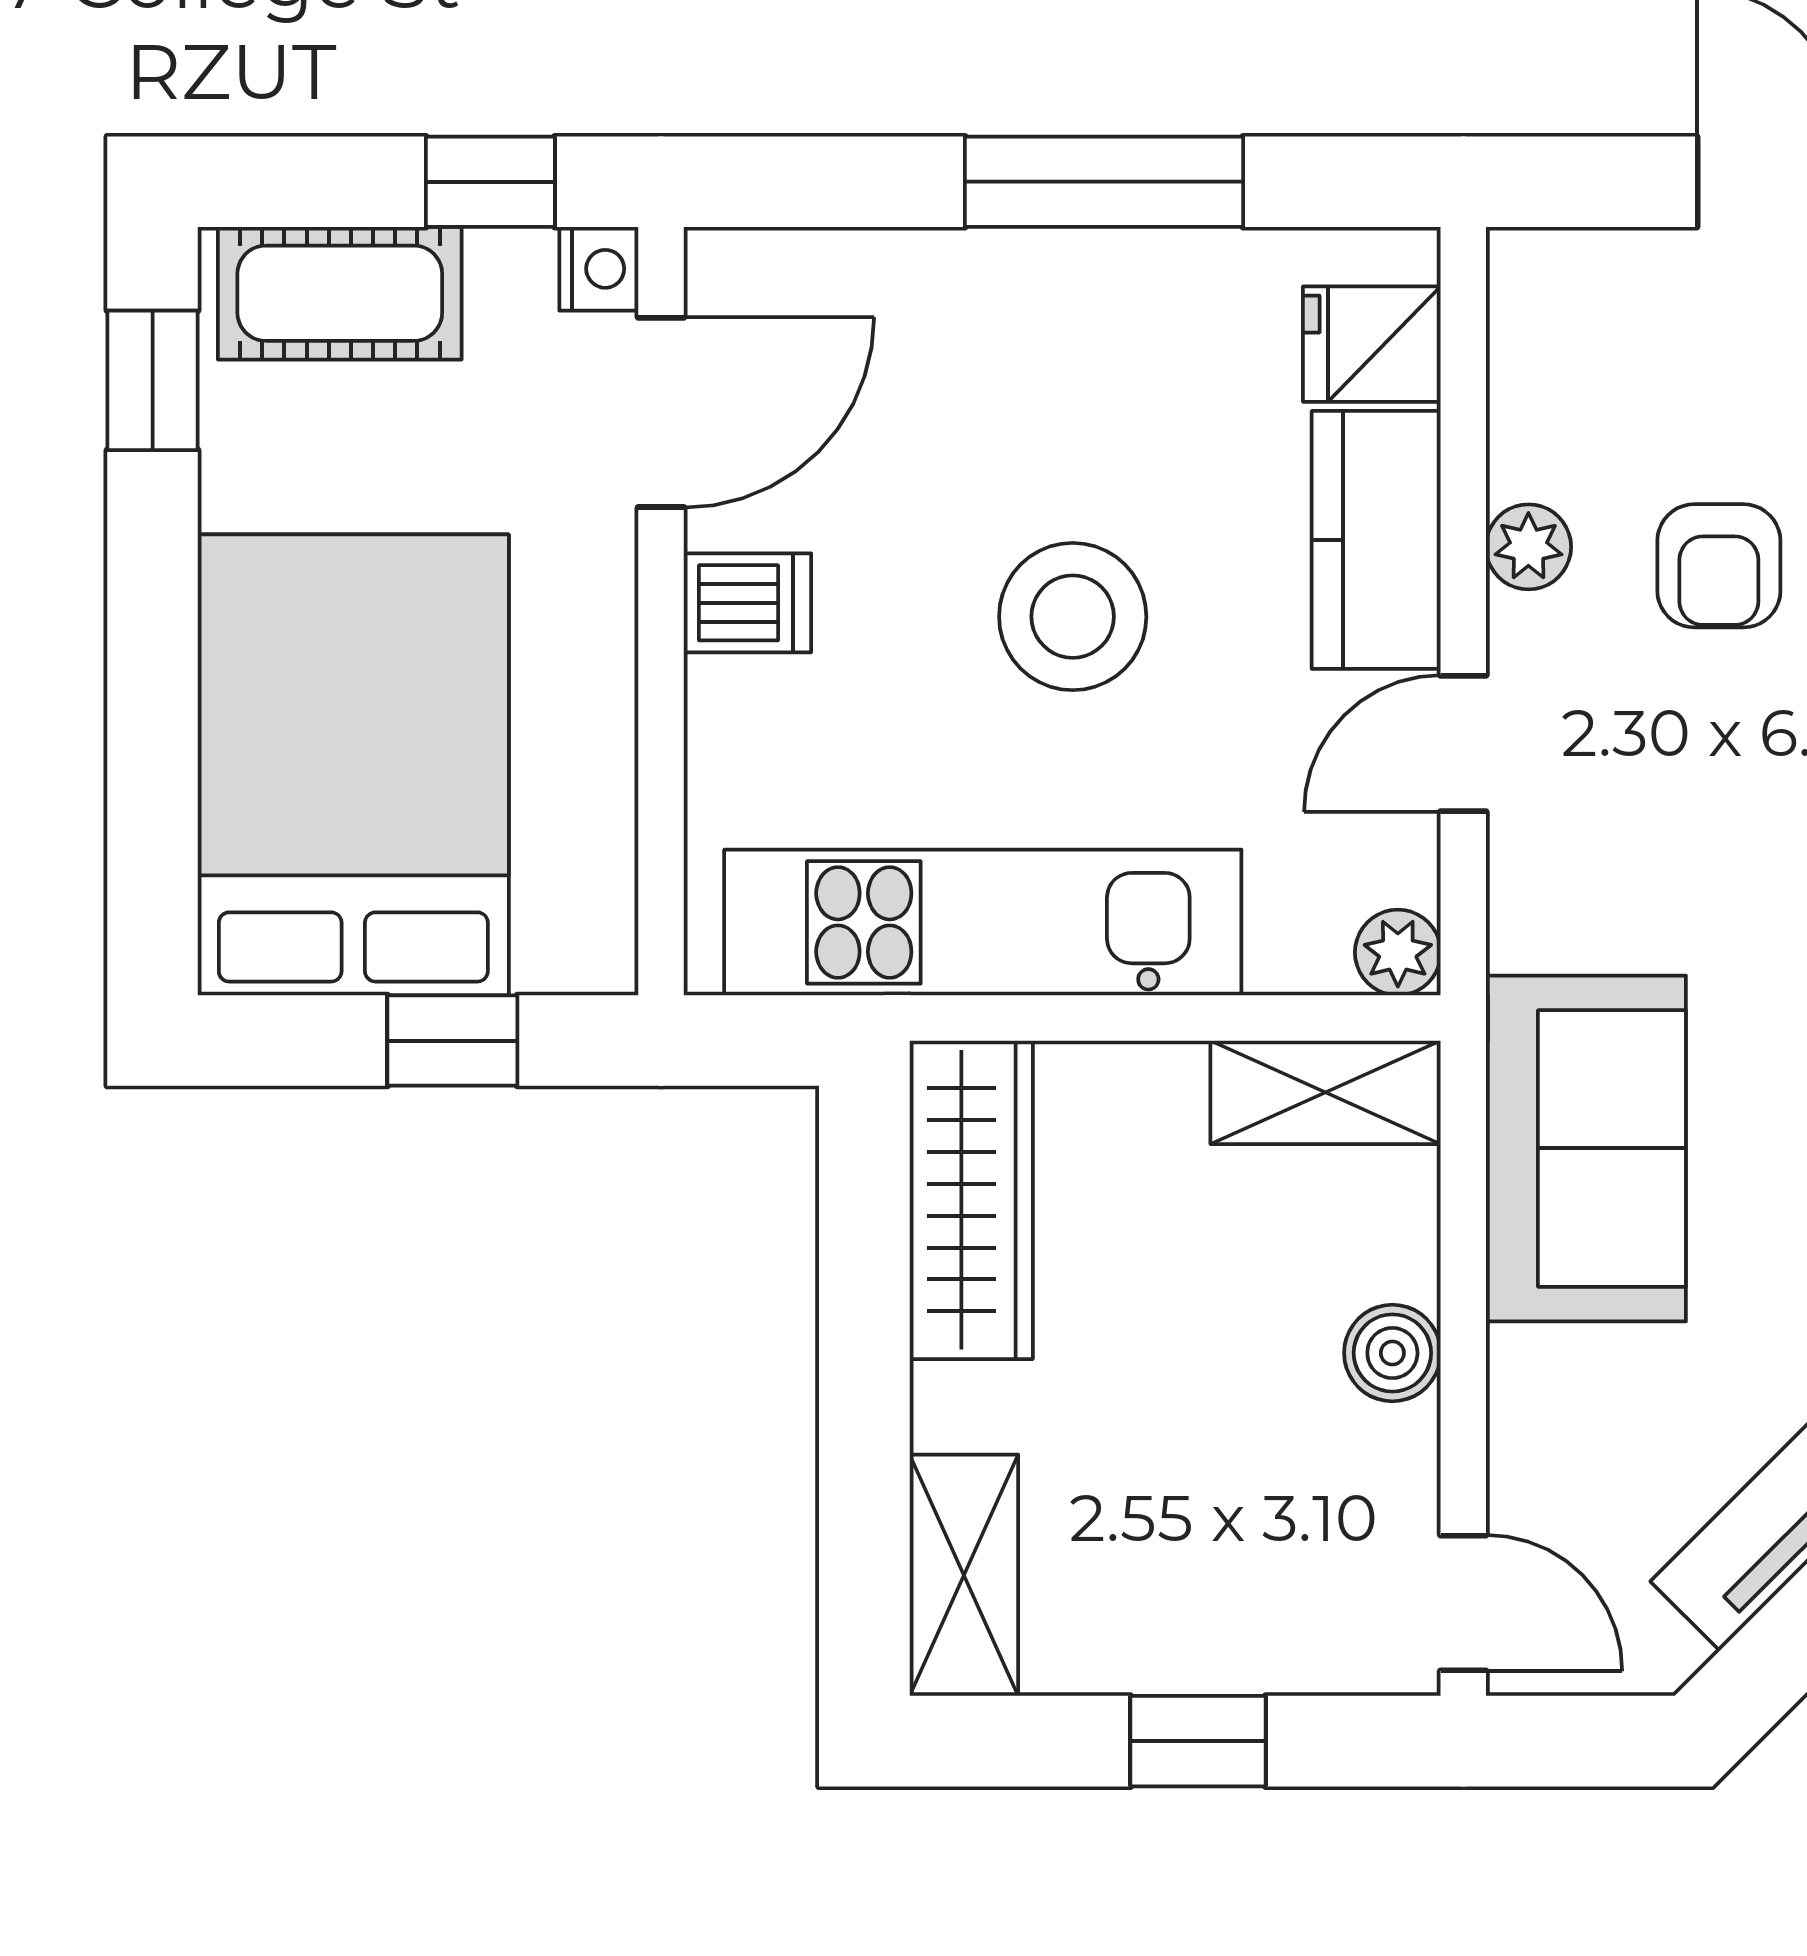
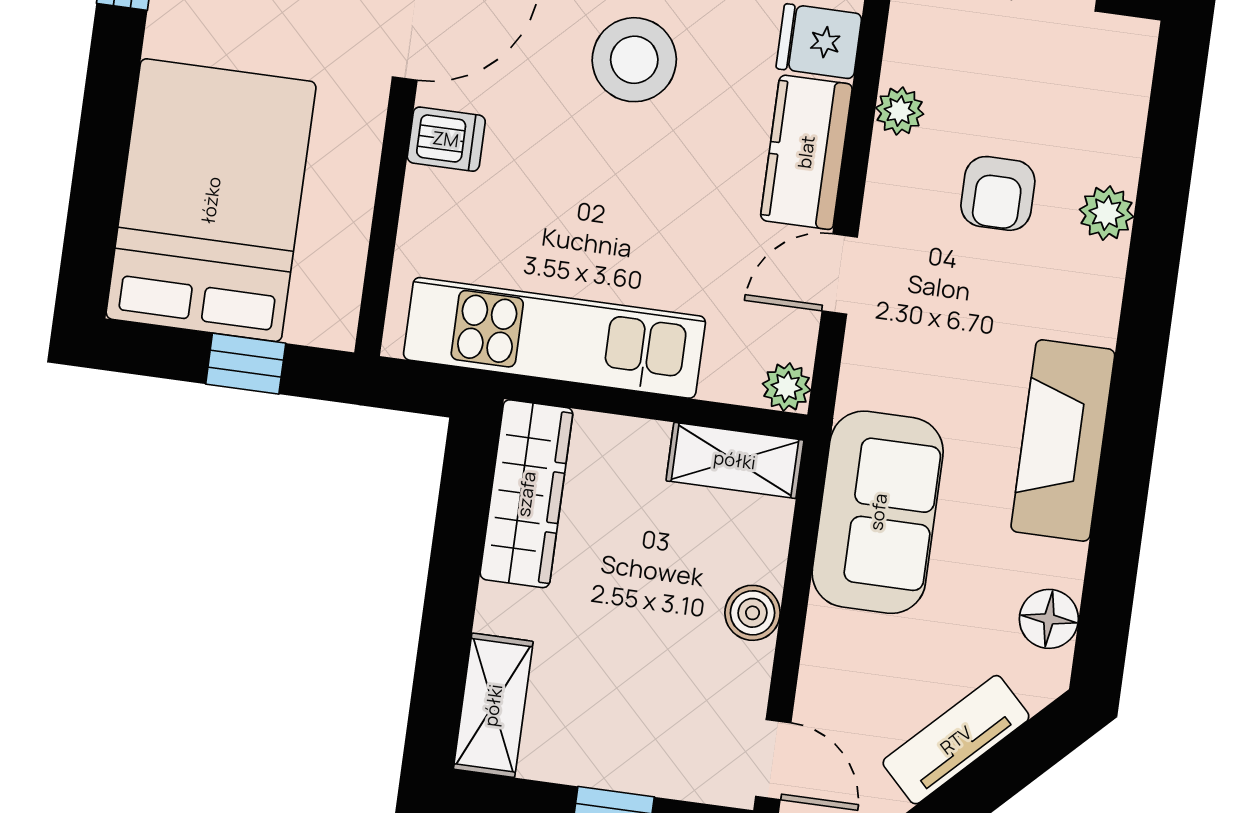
plant: (1528, 547) -> (900, 111), moved
stool: (1073, 617) -> (634, 60), moved

